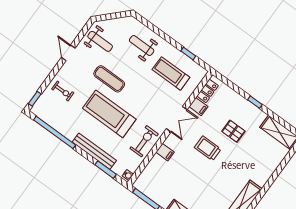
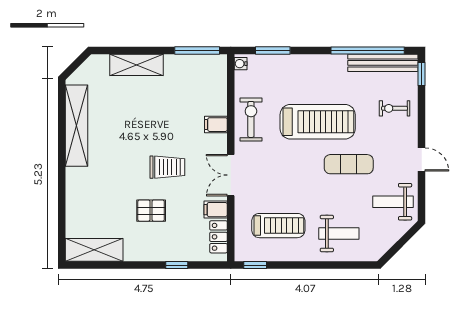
window: (188, 54) -> (255, 265), moved
window: (255, 102) -> (177, 265), moved
exercise bike: (144, 141) -> (251, 119), turned 180
bench: (94, 151) -> (383, 63), moved

